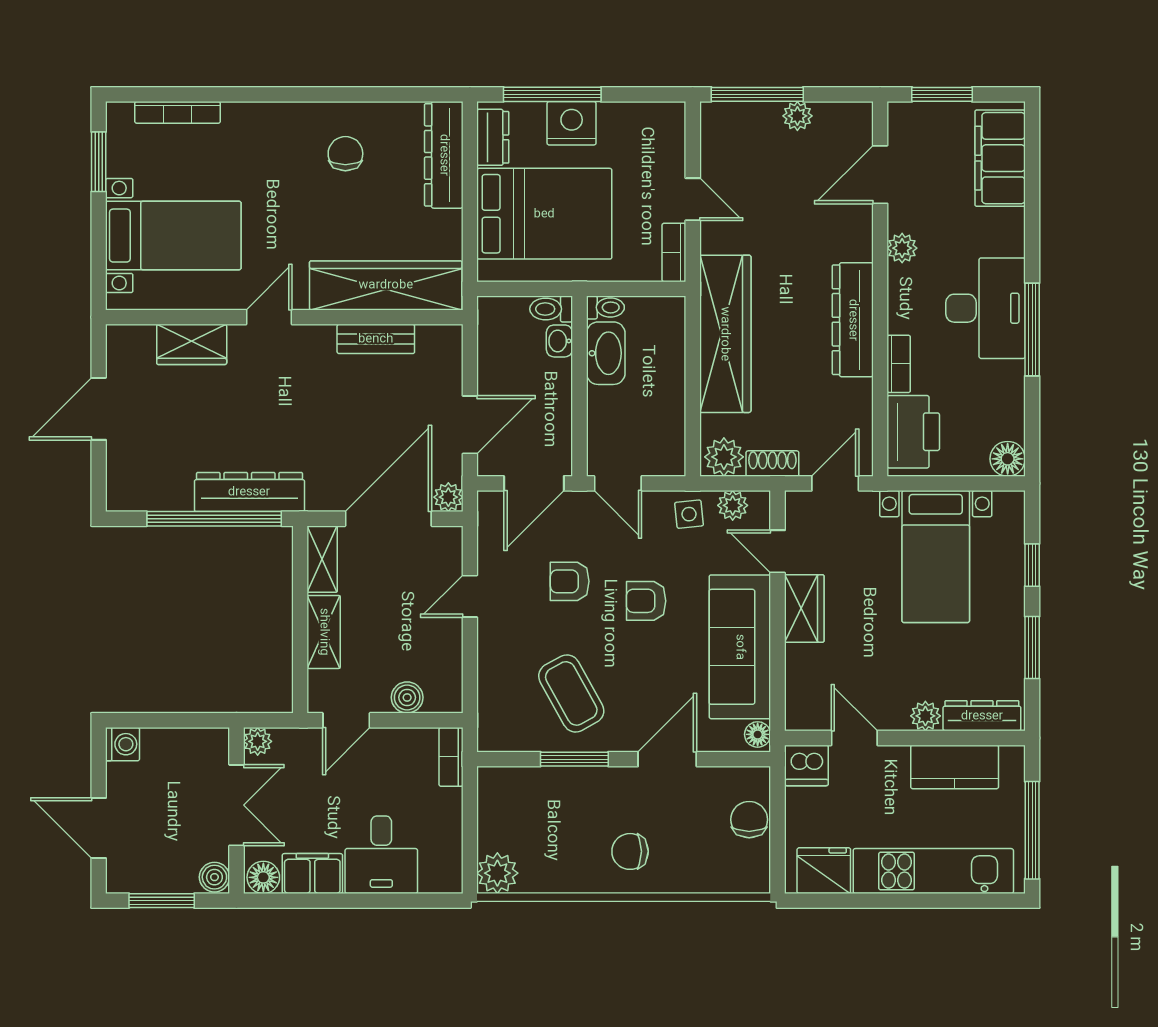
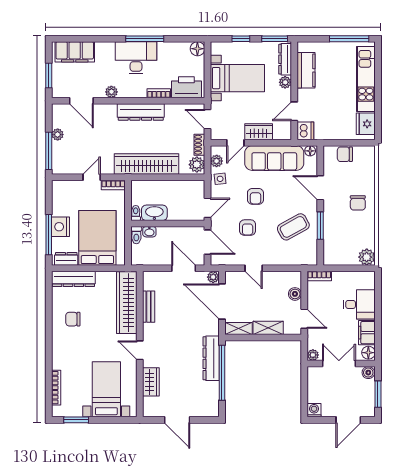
plant: (925, 716) -> (285, 82), moved
dresser: (982, 716) -> (285, 59), moved
door: (854, 738) -> (294, 111), moved
wall: (905, 738) -> (294, 91), moved
dishwasher: (806, 765) -> (305, 131), moved
kitchen counter: (955, 767) -> (306, 70), moved

